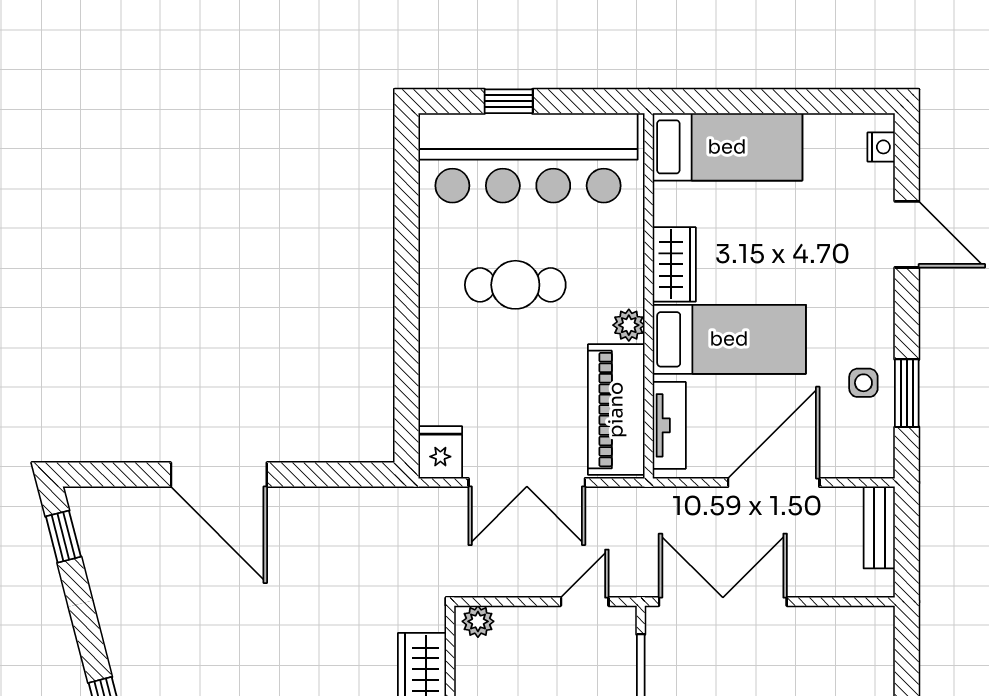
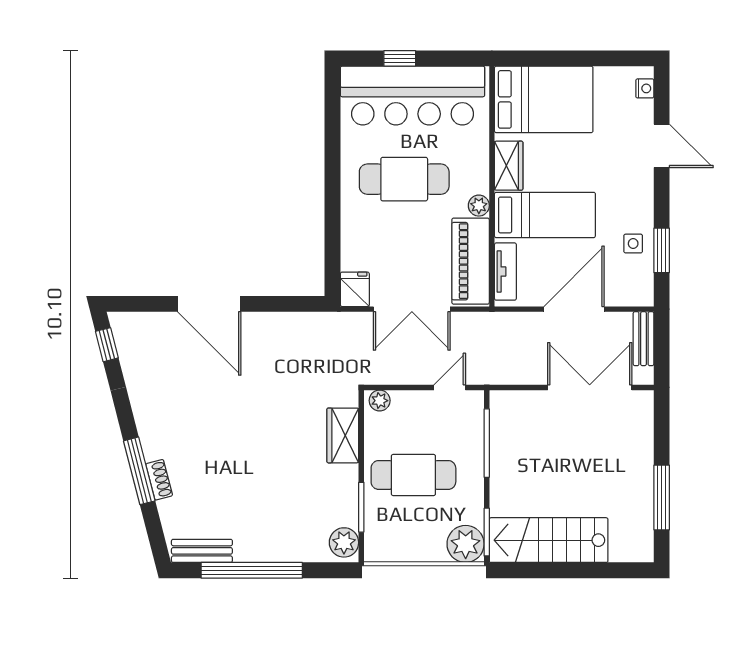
bed: (727, 147) -> (544, 99), width x1.50
cafe table: (515, 285) -> (404, 179), width x1.37, depth x1.35
double door: (723, 602) -> (590, 387), moved

